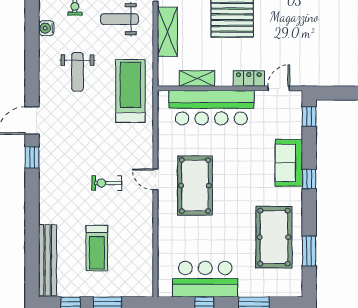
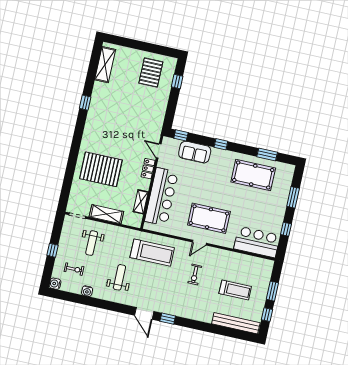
weight bench: (78, 72) -> (119, 277), turned -90
treadmill: (130, 91) -> (152, 253), moved, turned 180
sofa: (289, 163) -> (195, 152), moved
bar counter: (205, 279) -> (257, 242), moved, turned 90

